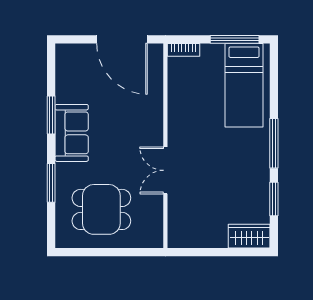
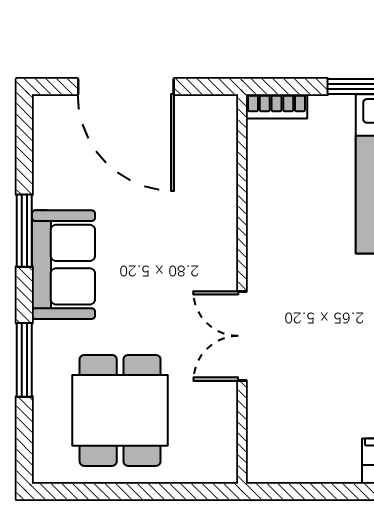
door: (122, 39) -> (126, 87), moved
dining table: (101, 209) -> (120, 410), turned 90

